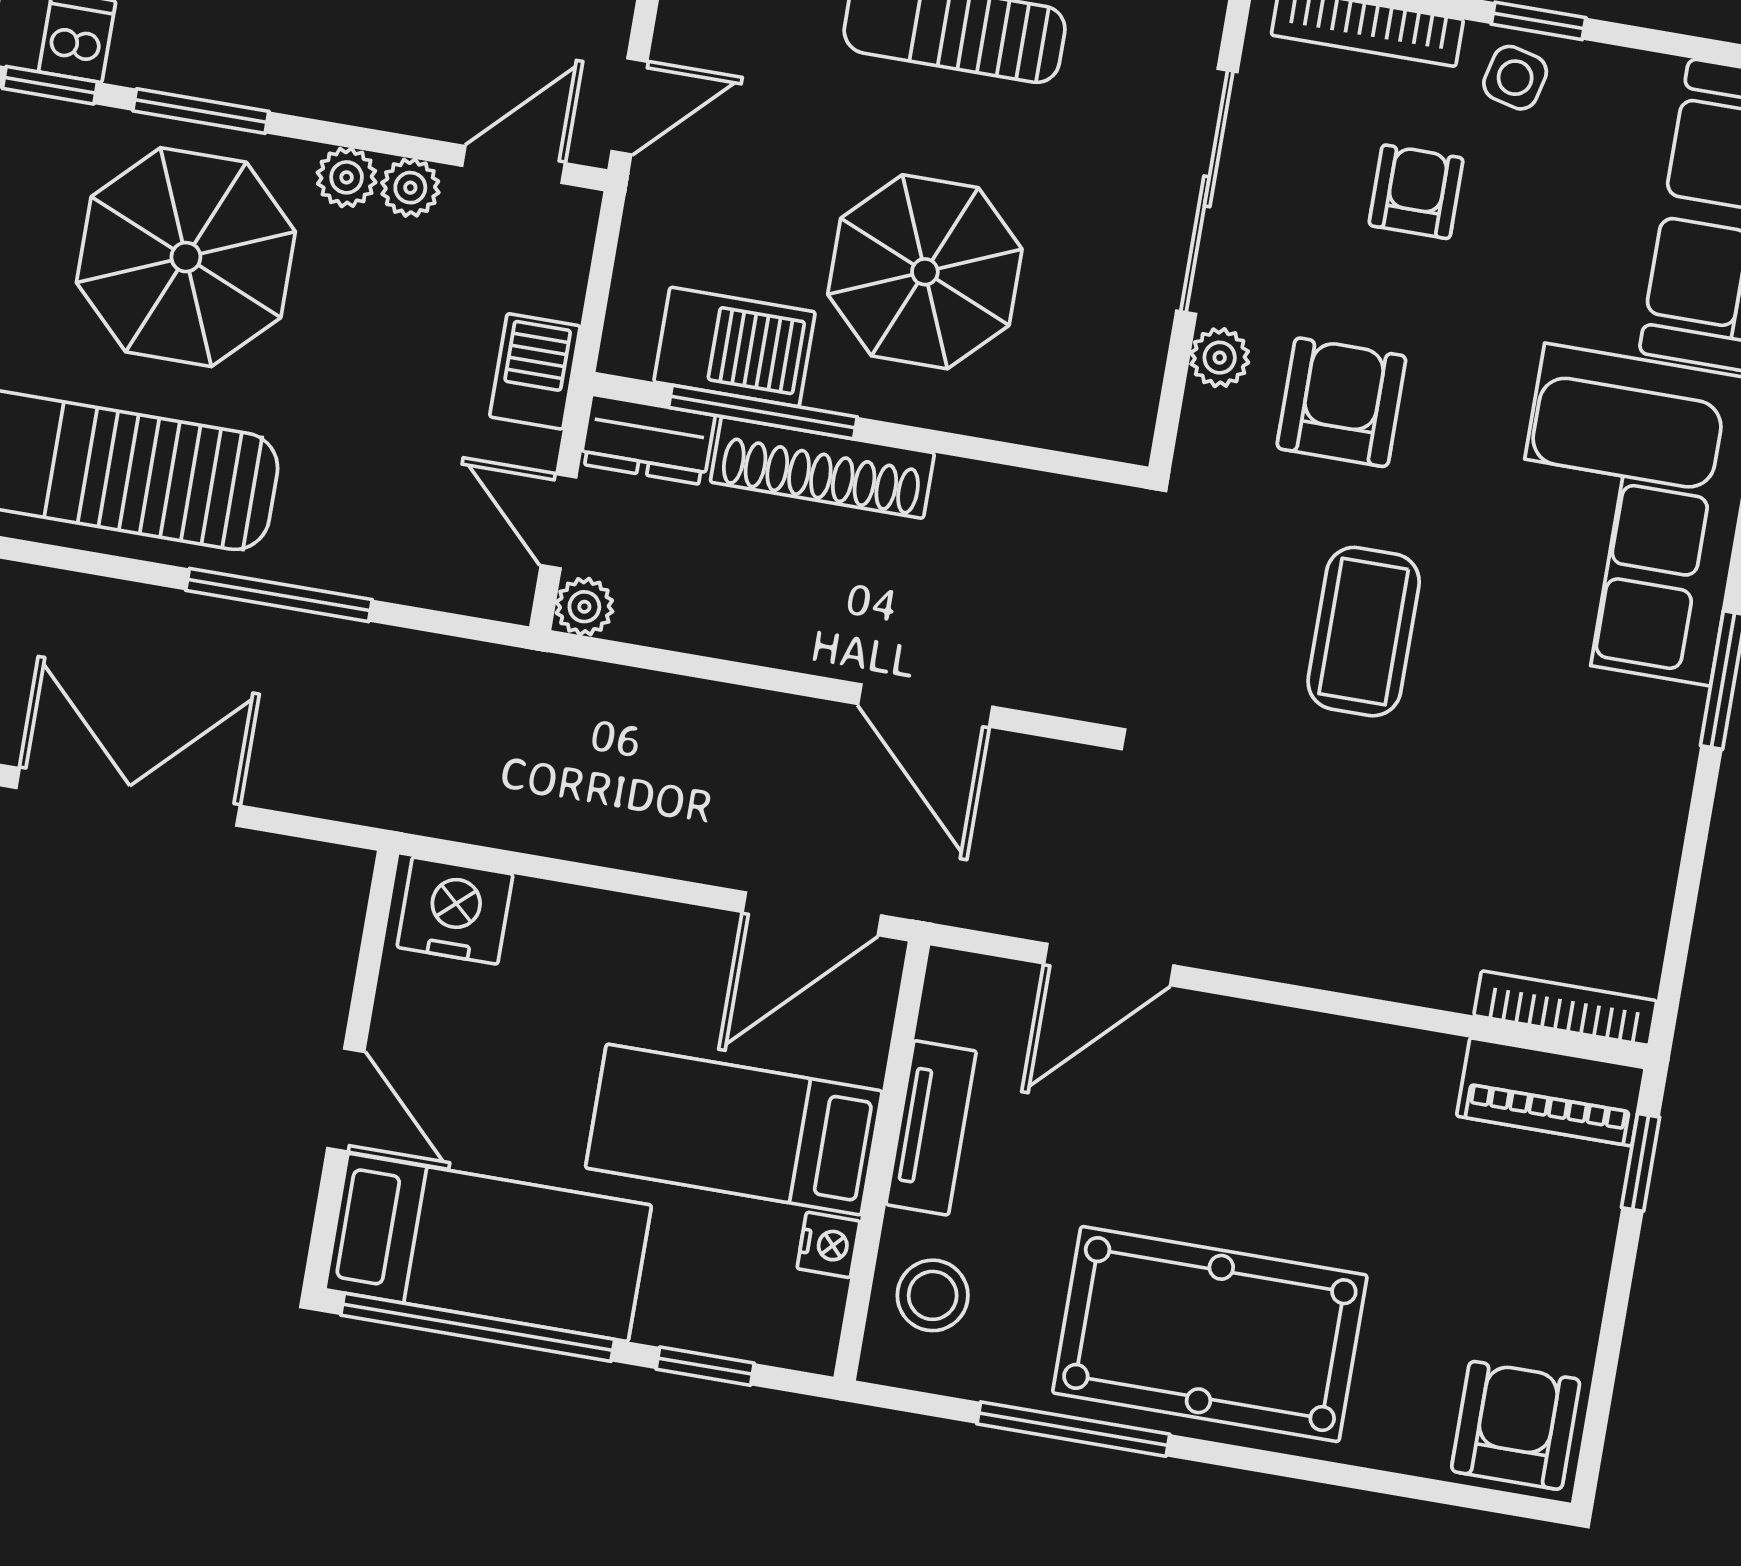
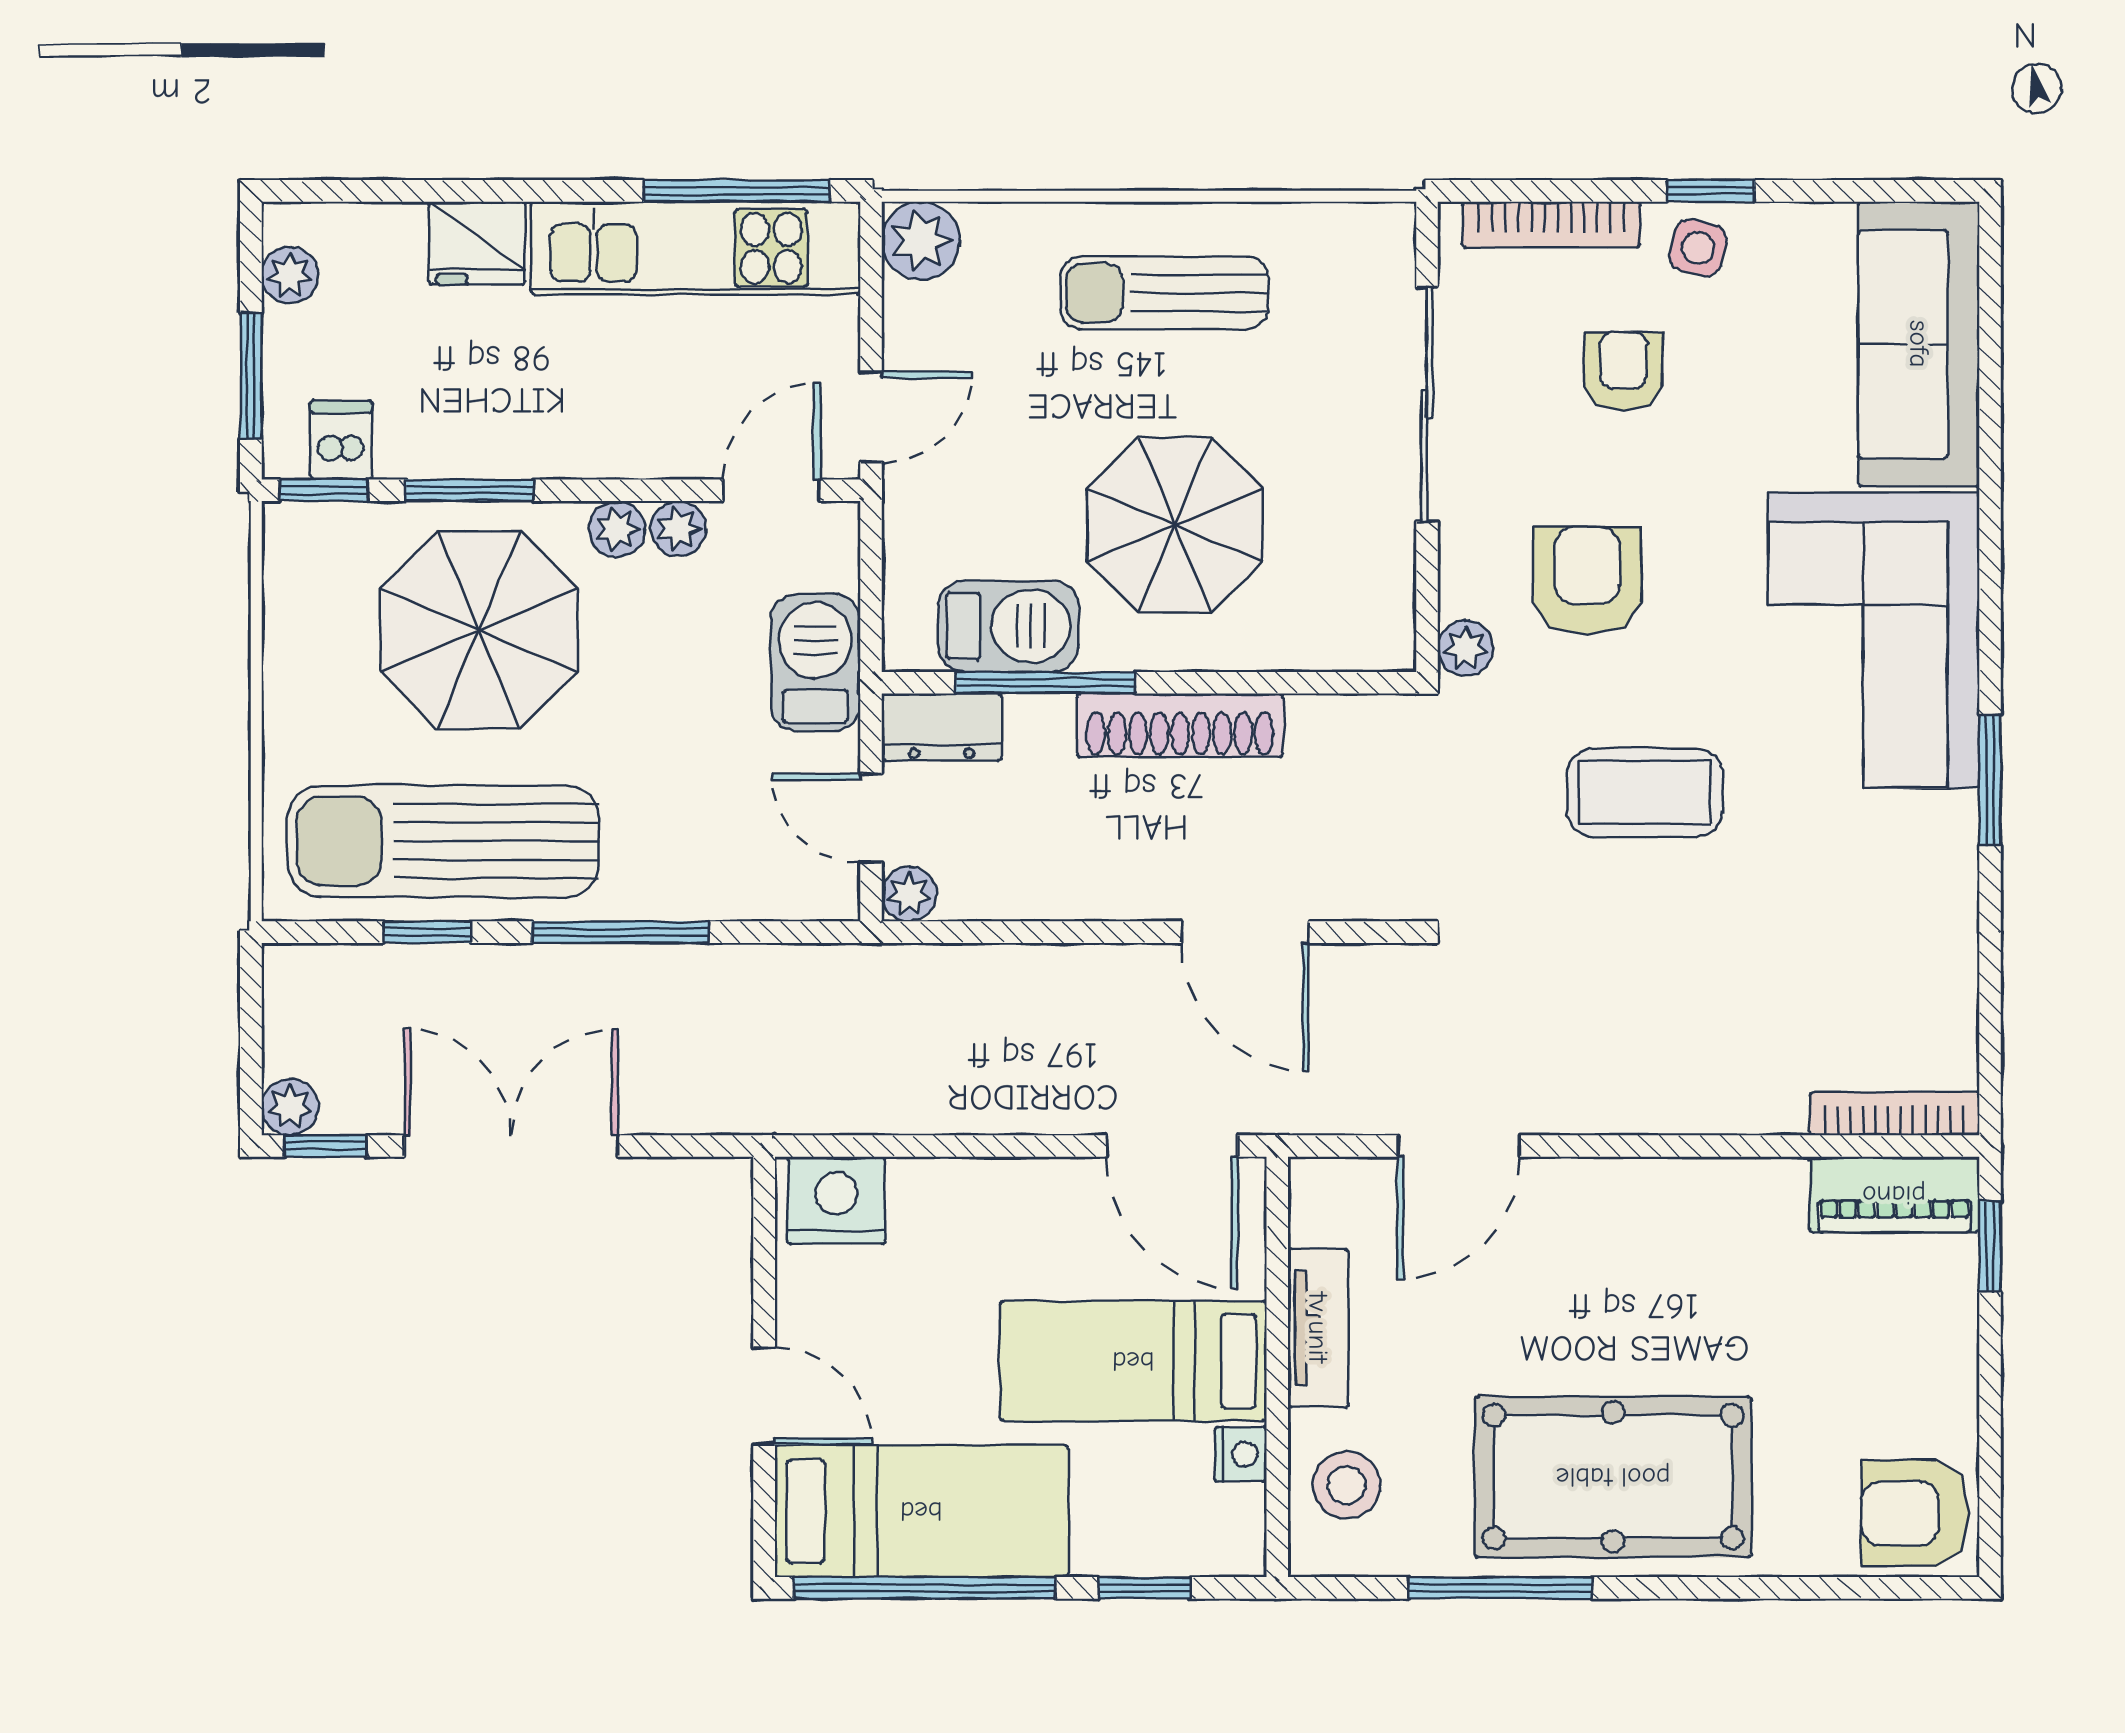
plant: (1220, 358) -> (1466, 648), moved
barbecue: (535, 371) -> (815, 662), width x1.38, depth x1.27
shoe rack: (822, 467) -> (1180, 725), moved
window: (79, 561) -> (427, 932), added
coffee table: (1364, 632) -> (1645, 792), turned 90
door: (812, 914) -> (1172, 1146), hinge flipped
armchair: (1516, 1425) -> (1915, 1513), turned -90

